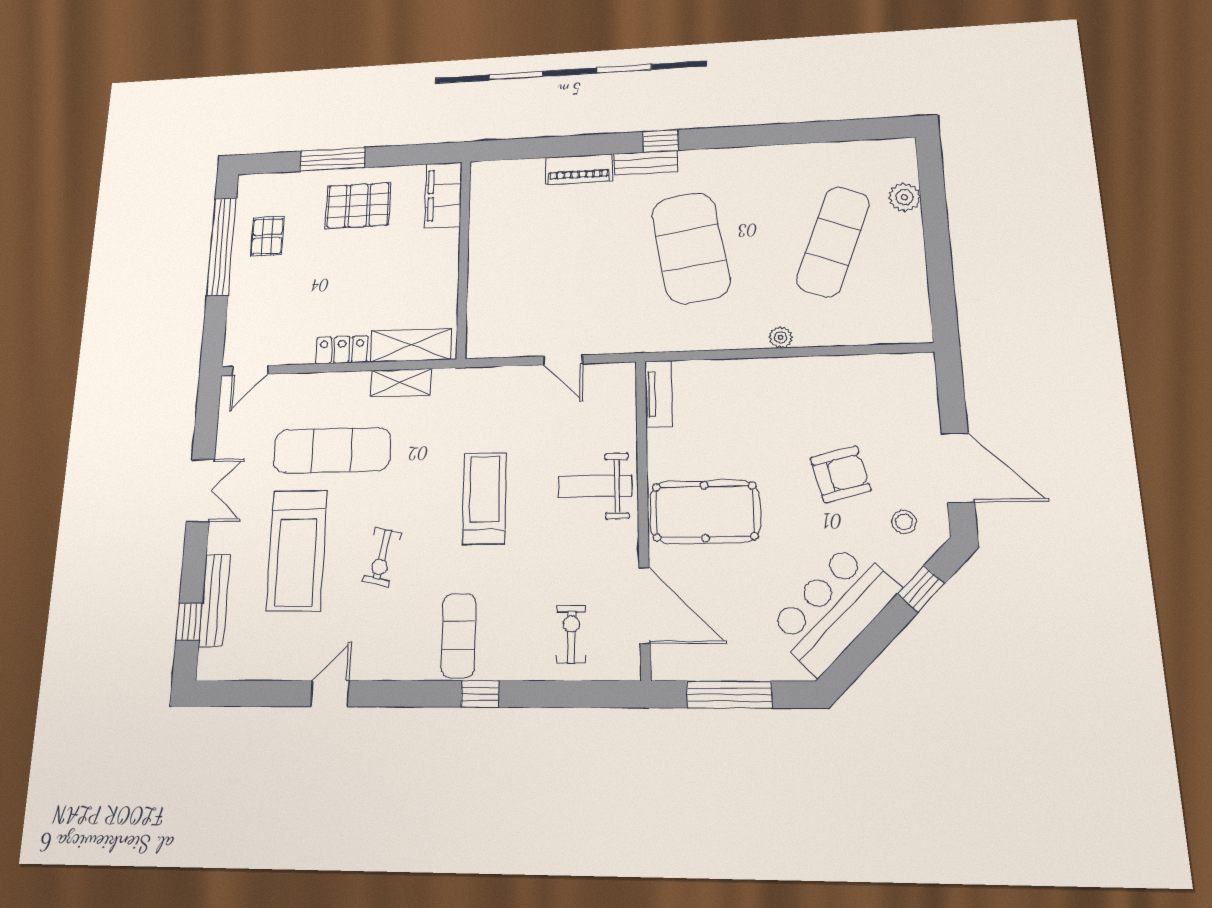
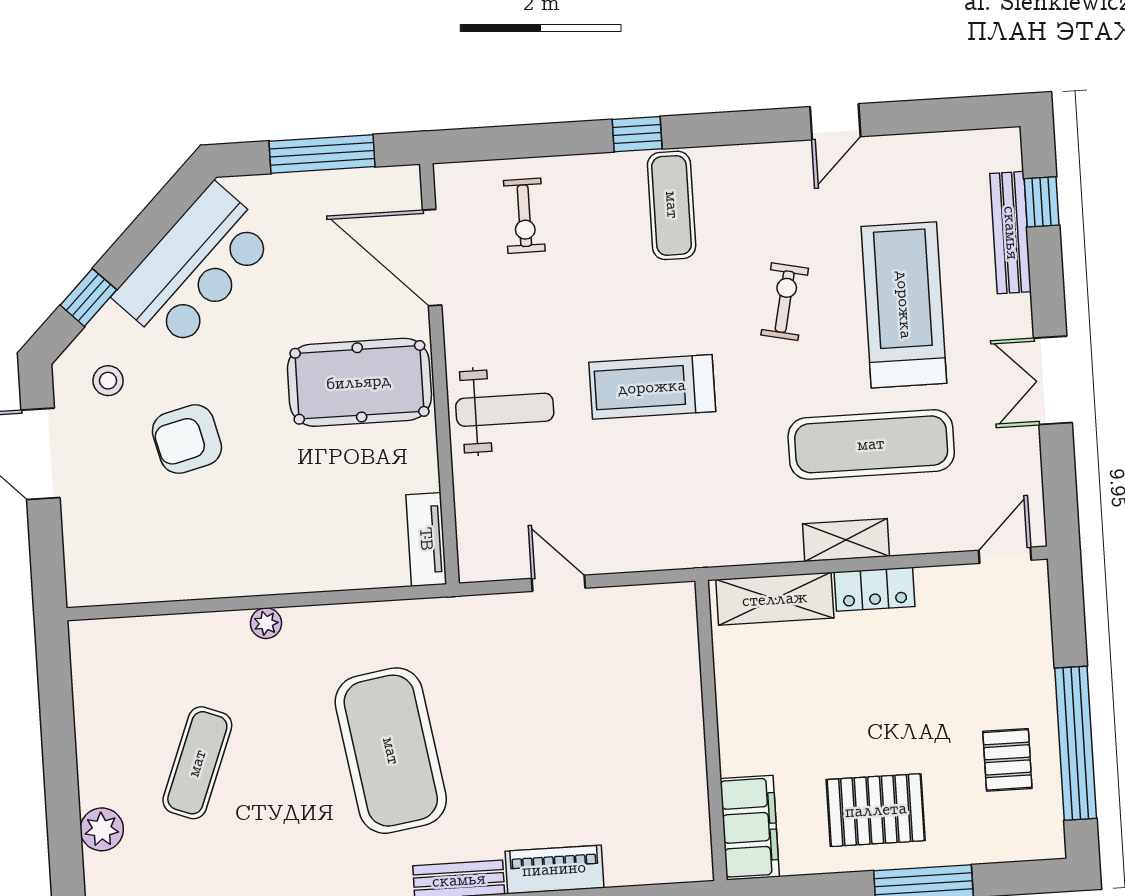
exercise mat: (833, 242) -> (197, 763), width x0.73, depth x0.69
shelving: (401, 383) -> (846, 540), moved
treadmill: (484, 498) -> (652, 387), turned 90

